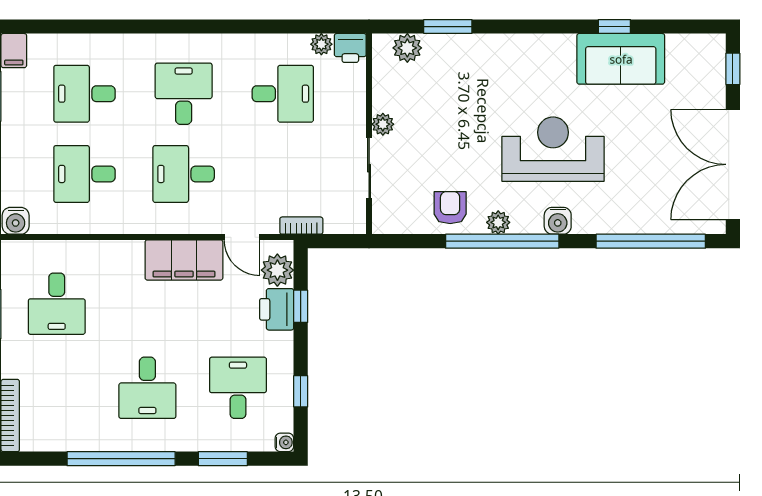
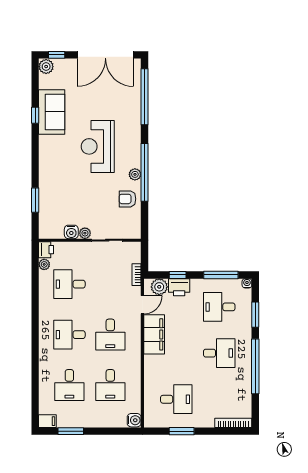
plant: (407, 48) -> (46, 67), moved
desk: (283, 94) -> (69, 284), turned -90
water cooler: (558, 221) -> (71, 232), moved, turned 90
window: (301, 391) -> (221, 275), width x2.17

